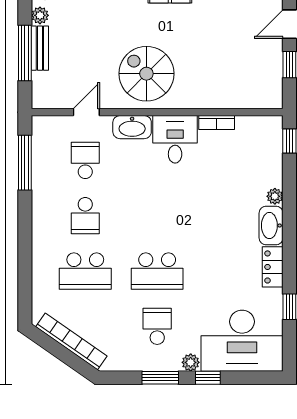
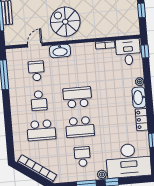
desk: (175, 139) -> (128, 52), moved
school desk: (157, 216) -> (77, 97), added

